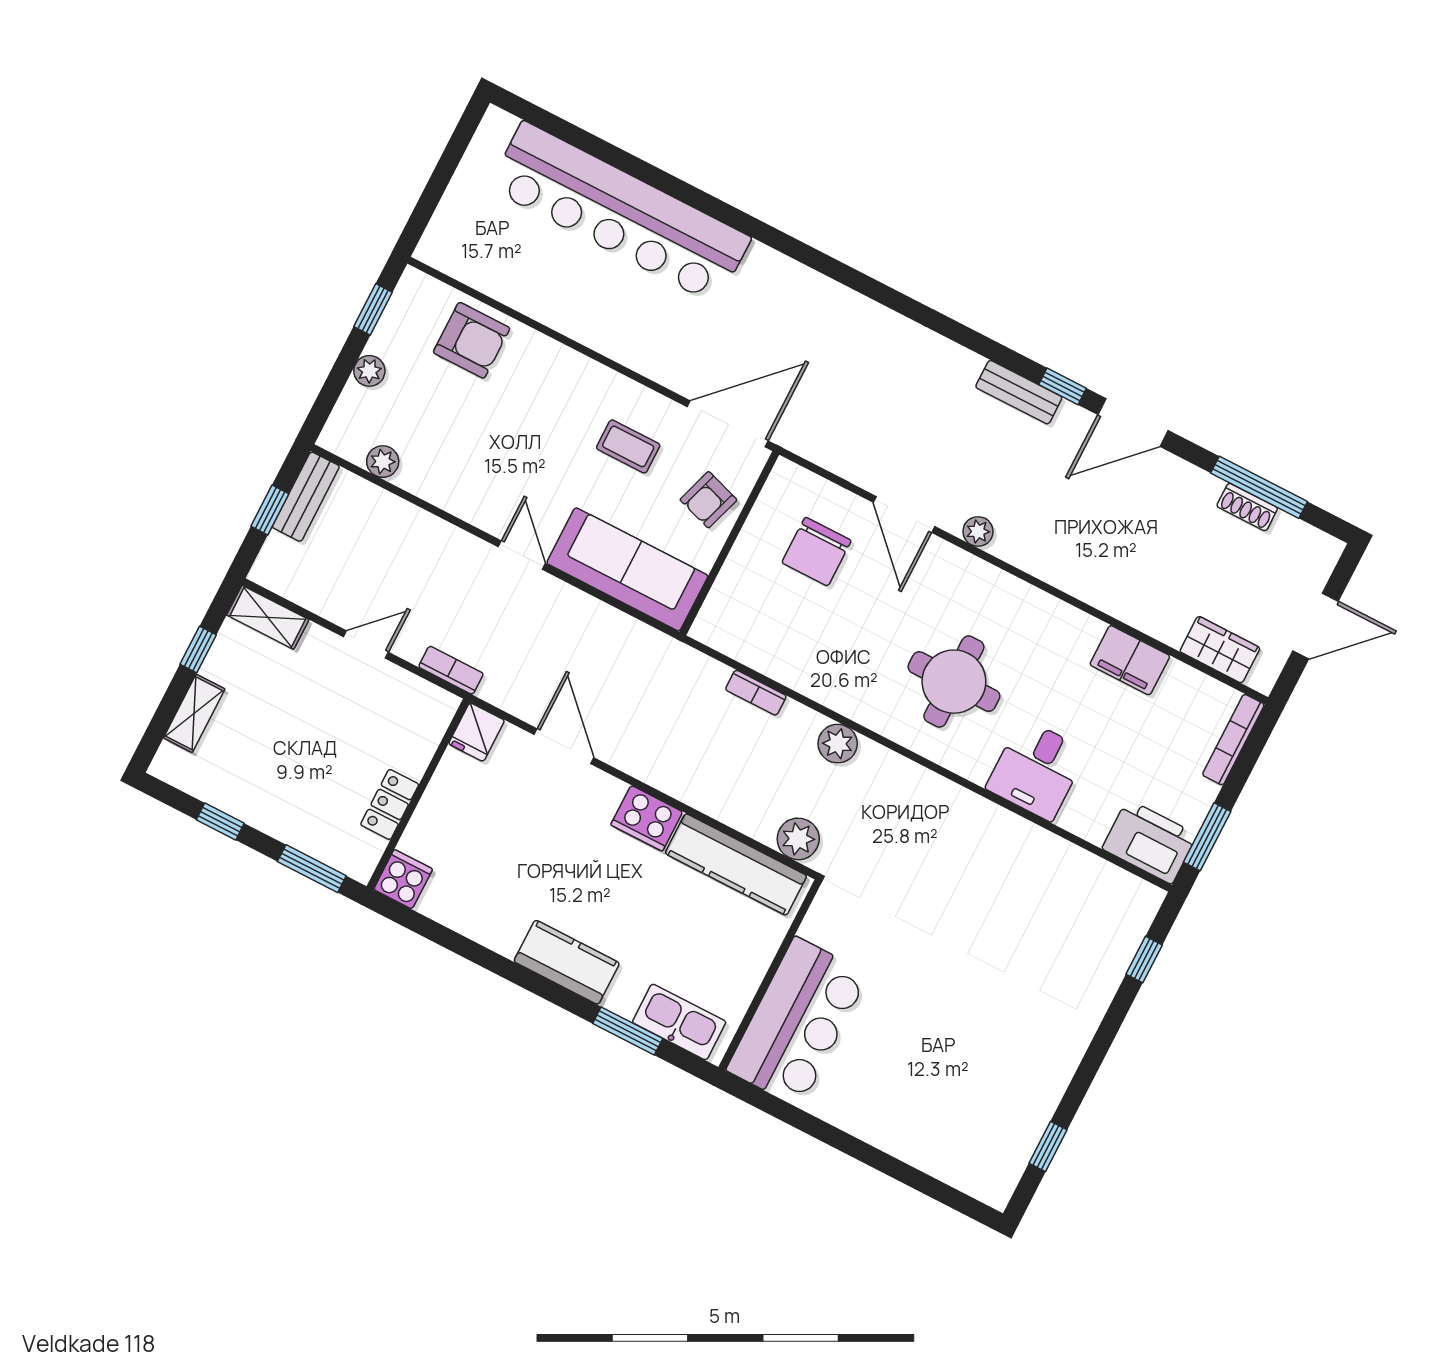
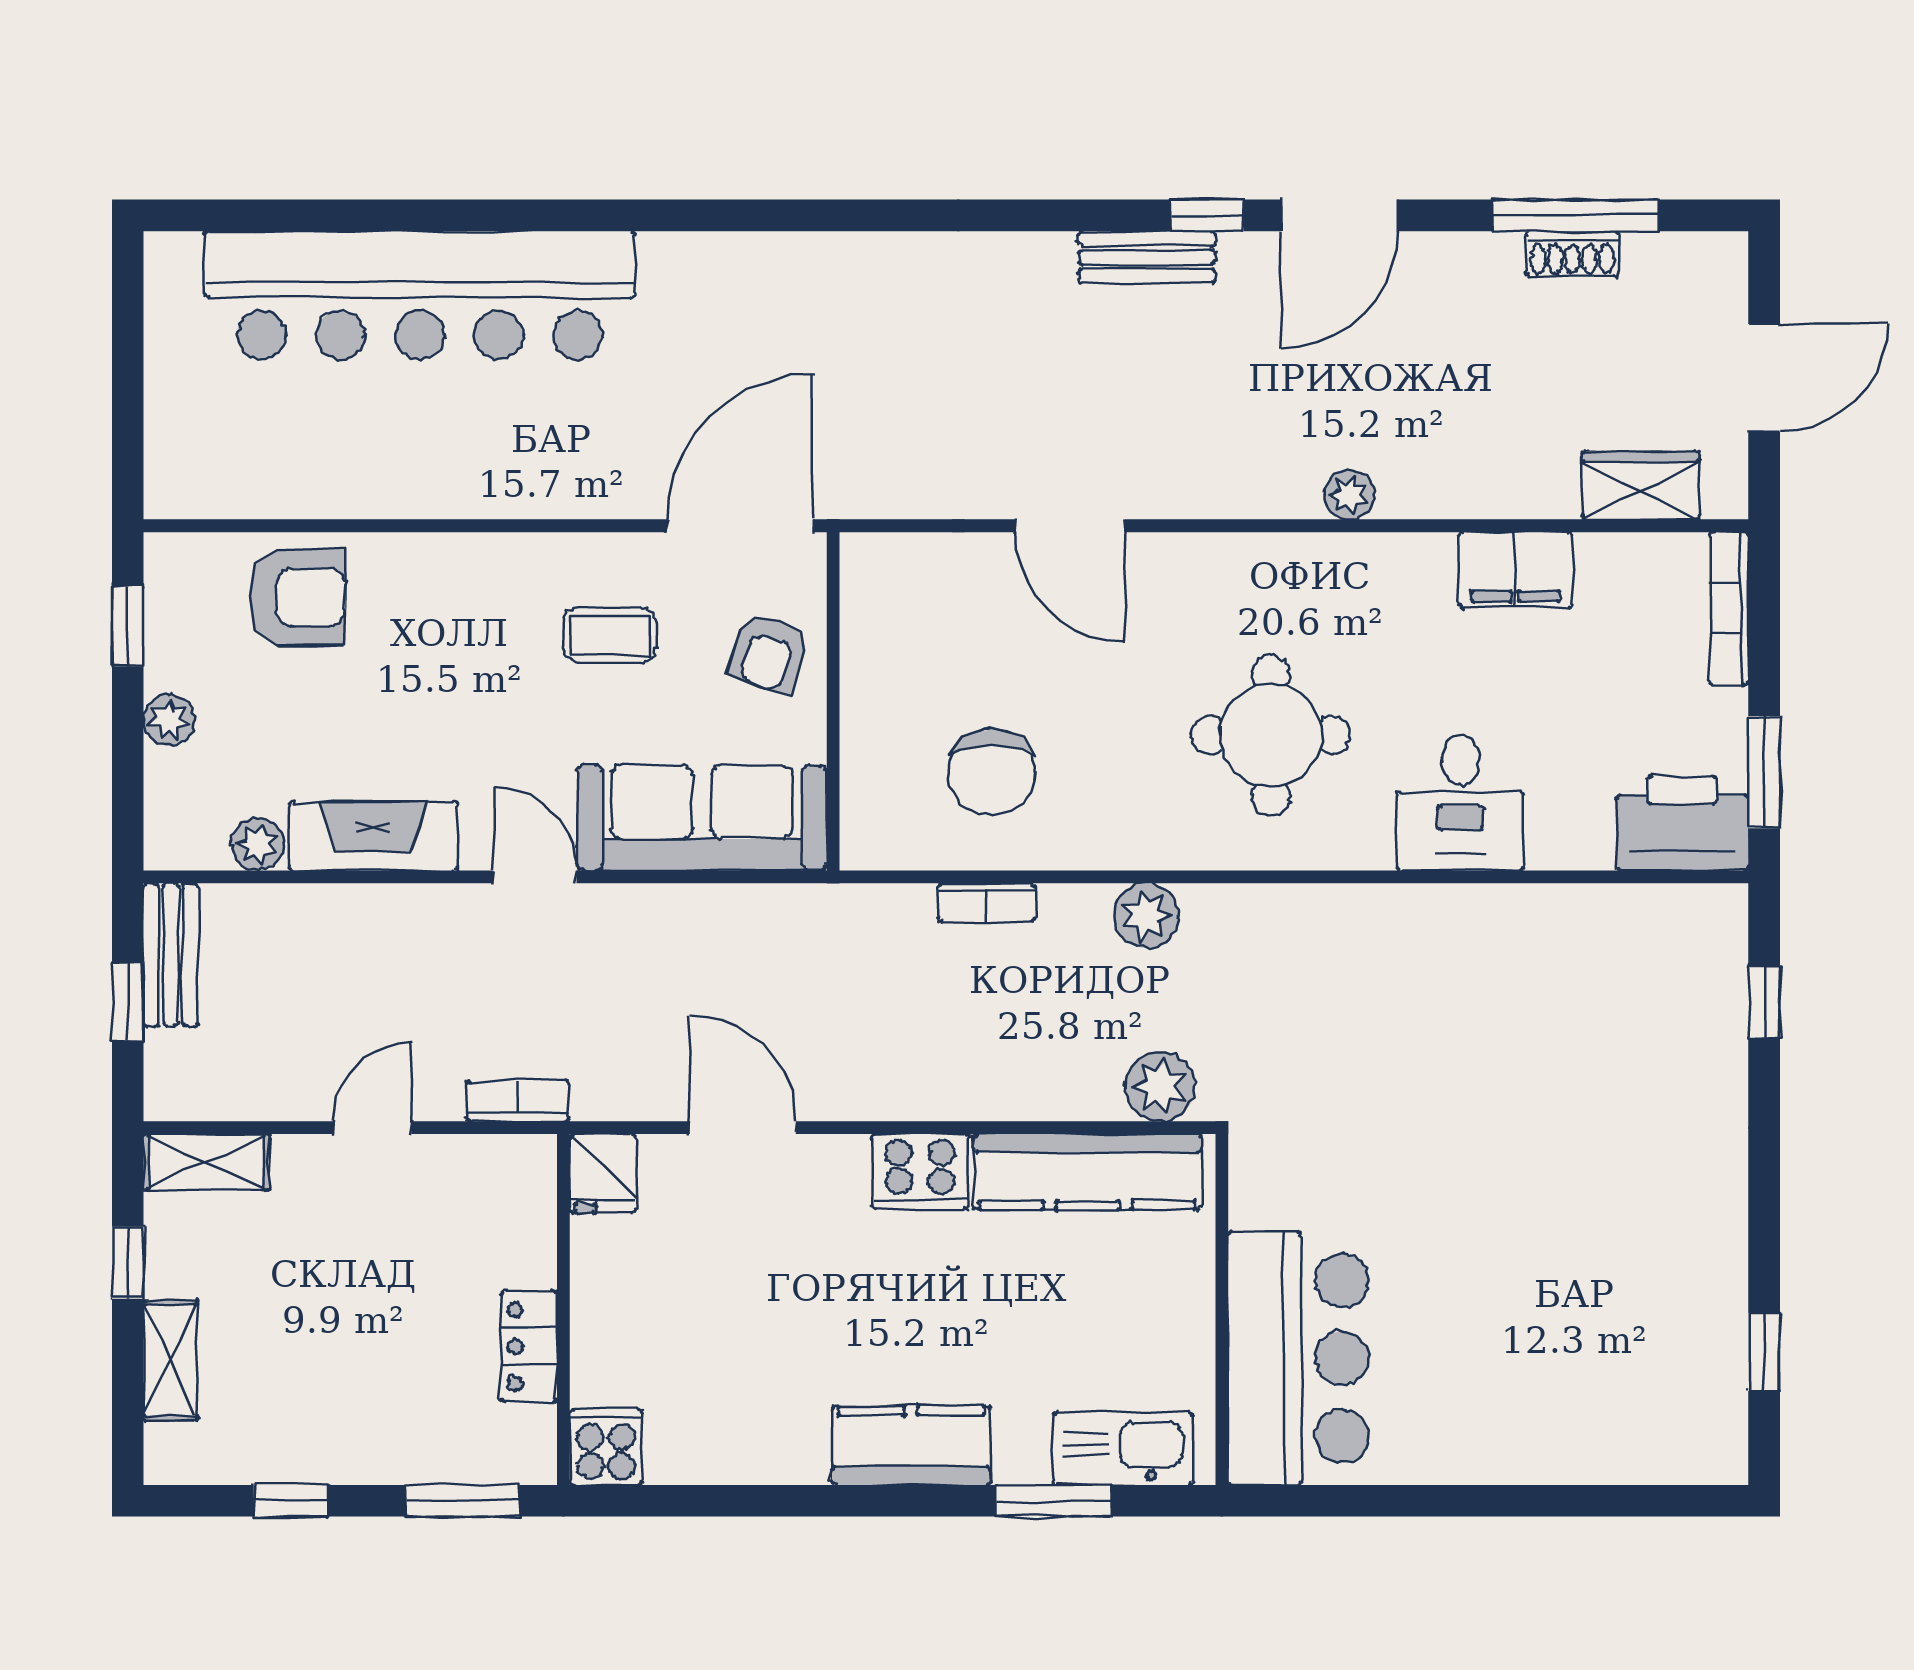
fireplace: (447, 489) -> (373, 836), added
plant: (978, 531) -> (1349, 495), moved
chair: (816, 552) -> (992, 772), moved

